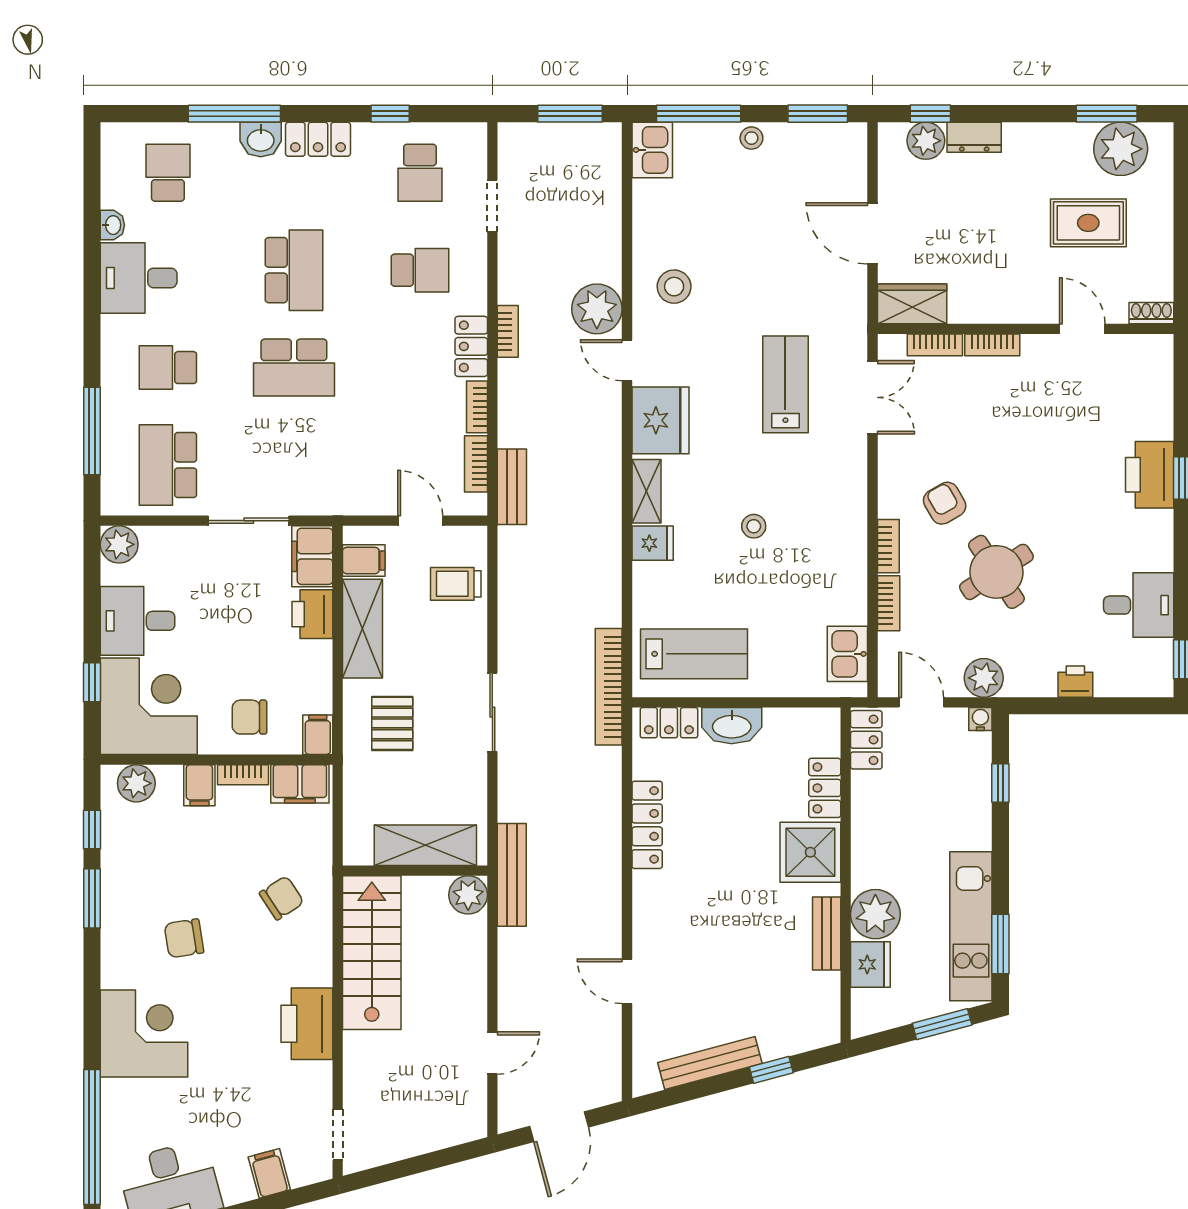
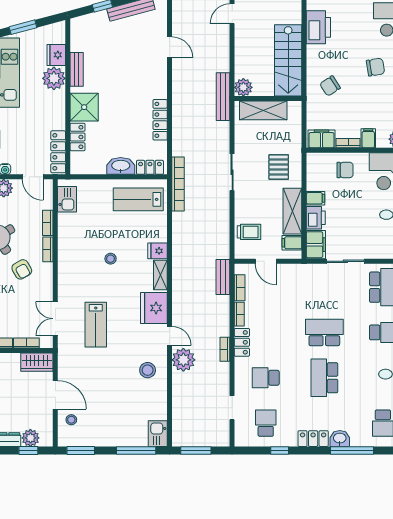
stool: (751, 138) -> (71, 420), moved
filing cabinet: (318, 735) -> (316, 198), moved, turned -90
locker: (866, 740) -> (58, 152), width x1.53

